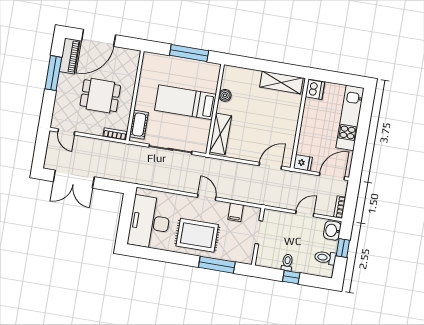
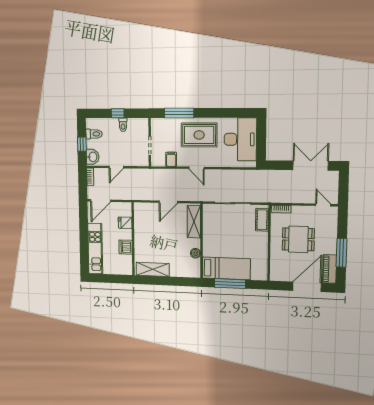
dishwasher: (315, 89) -> (126, 247), moved
bed: (185, 102) -> (226, 268), moved
fridge: (303, 163) -> (125, 223), moved
door: (270, 166) -> (168, 202), moved

